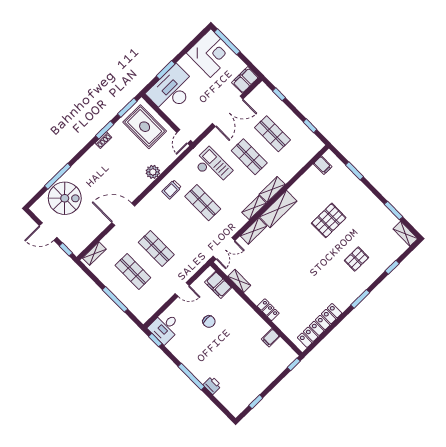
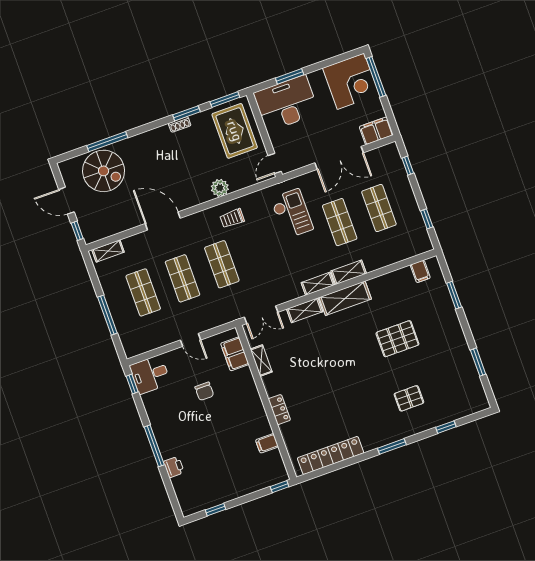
shop shelf: (203, 203) -> (222, 264), moved
shelving: (405, 234) -> (479, 395), removed

